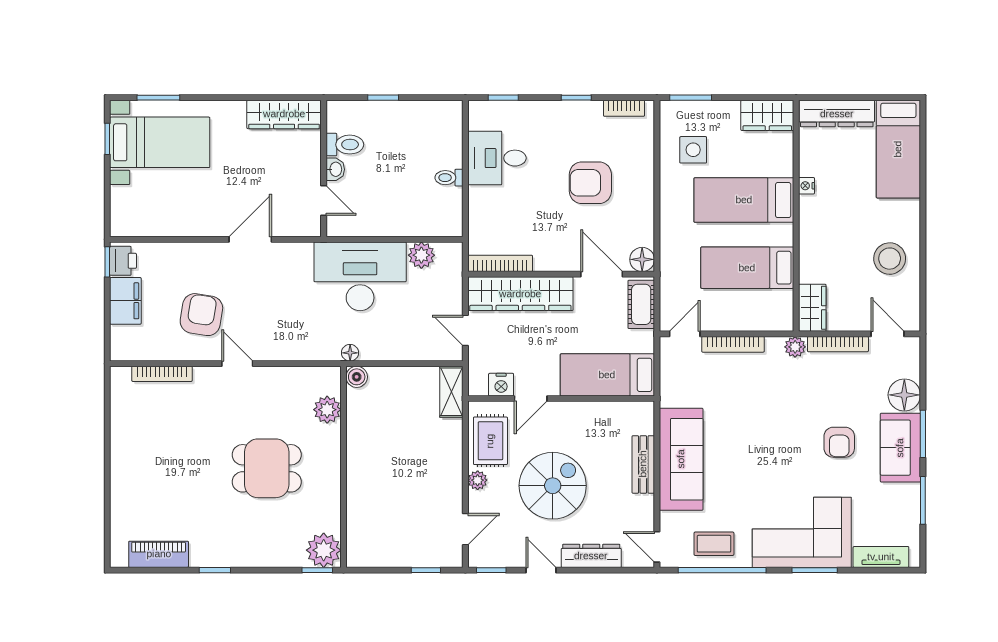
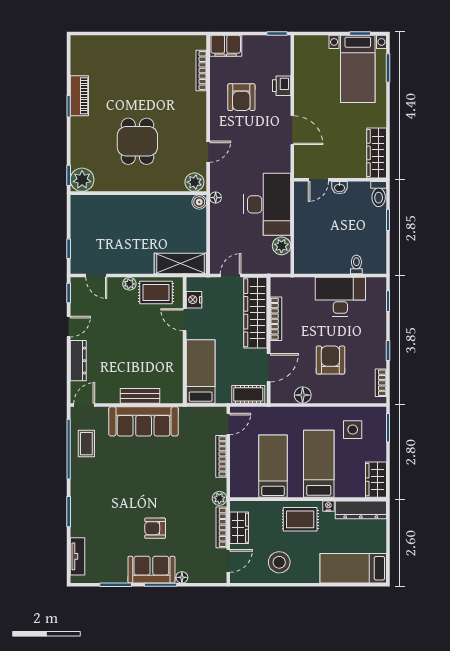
dresser: (837, 114) -> (361, 510), moved, turned -90
toilet: (345, 145) -> (379, 194), moved
desk: (497, 158) -> (340, 297), width x1.37
toilet: (449, 178) -> (356, 264), moved
rug: (826, 228) -> (300, 519), added
floor lamp: (642, 259) -> (303, 395), moved
printer: (123, 261) -> (282, 86), moved, turned 90
bookcase: (500, 263) -> (276, 319), moved
filing cabinet: (125, 301) -> (226, 46), moved
wardrobe: (812, 308) -> (239, 528), moved, turned -90
armchair: (201, 315) -> (241, 97), turned 81
door: (685, 334) -> (228, 424), hinge flipped
door: (237, 364) -> (208, 152), moved
shelving: (451, 392) -> (180, 263), width x1.50, depth x1.33
floor lamp: (904, 395) -> (182, 577), width x0.53, depth x0.53
plant: (327, 410) -> (194, 182), moved
spiral stairs: (553, 486) -> (126, 335), removed
corner sofa: (802, 532) -> (94, 503), removed
piano: (159, 554) -> (79, 96), moved

